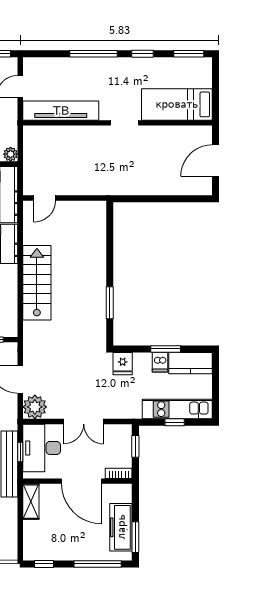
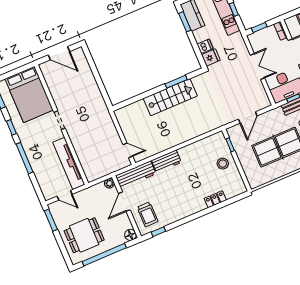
bed: (177, 104) -> (29, 94), width x1.50
stairs: (37, 283) -> (170, 97), moved, turned 180
window: (166, 349) -> (185, 22), moved
dishwasher: (160, 362) -> (205, 46), moved
plant: (35, 407) -> (261, 101), removed

